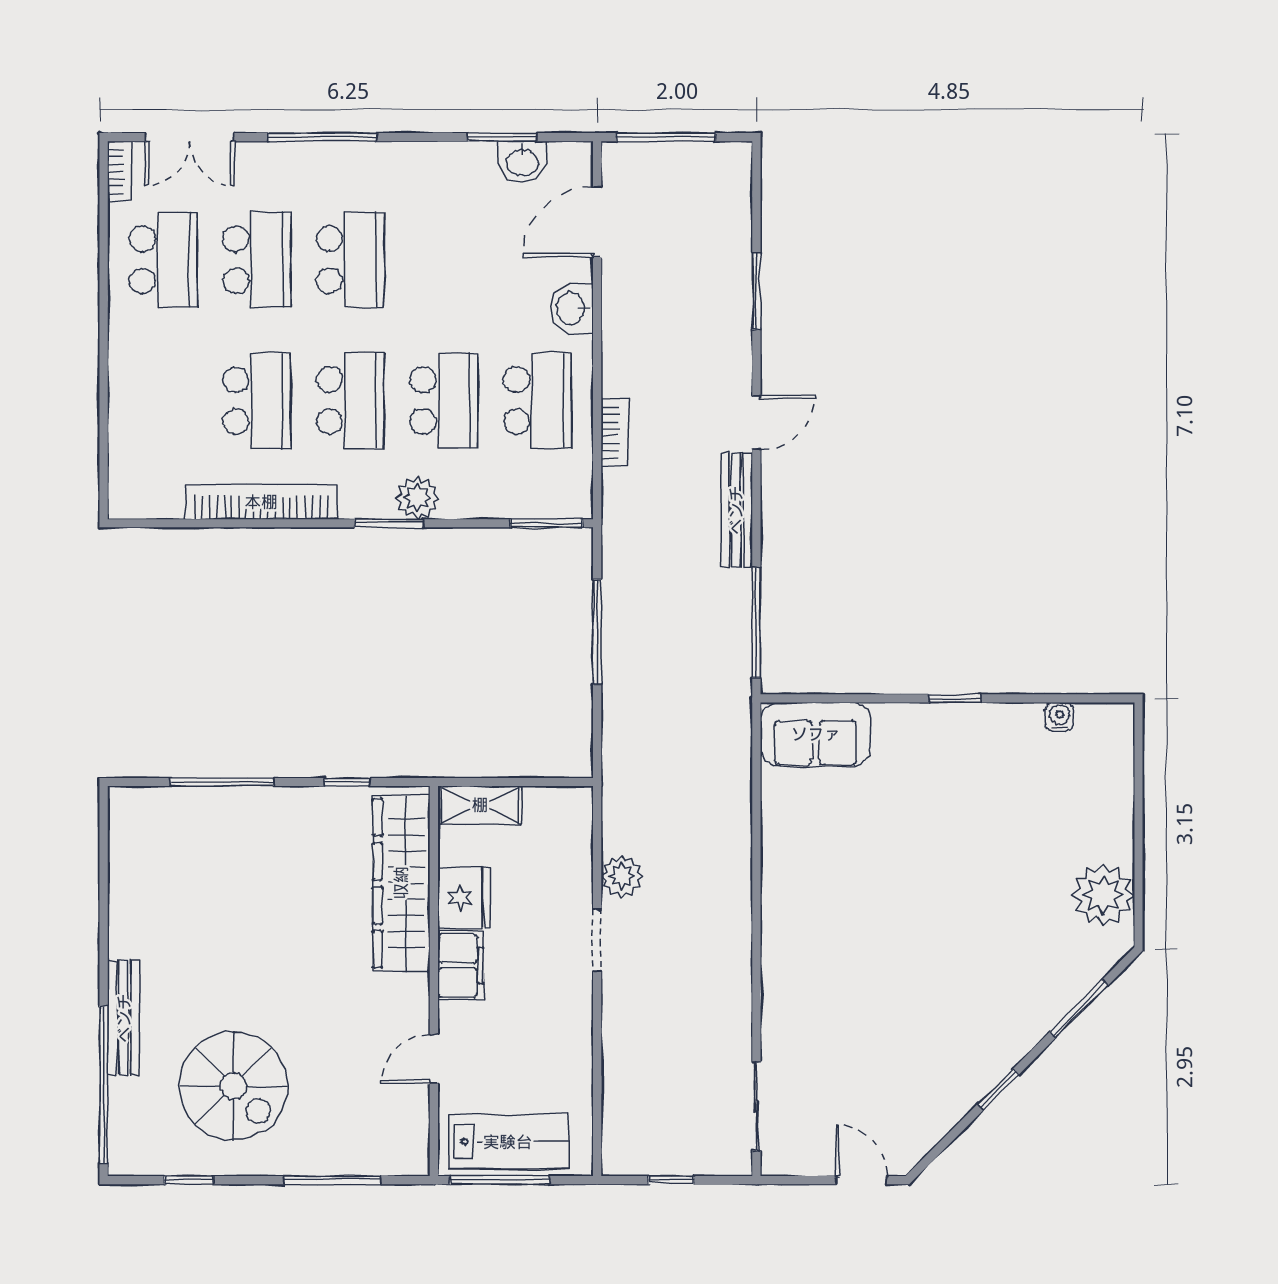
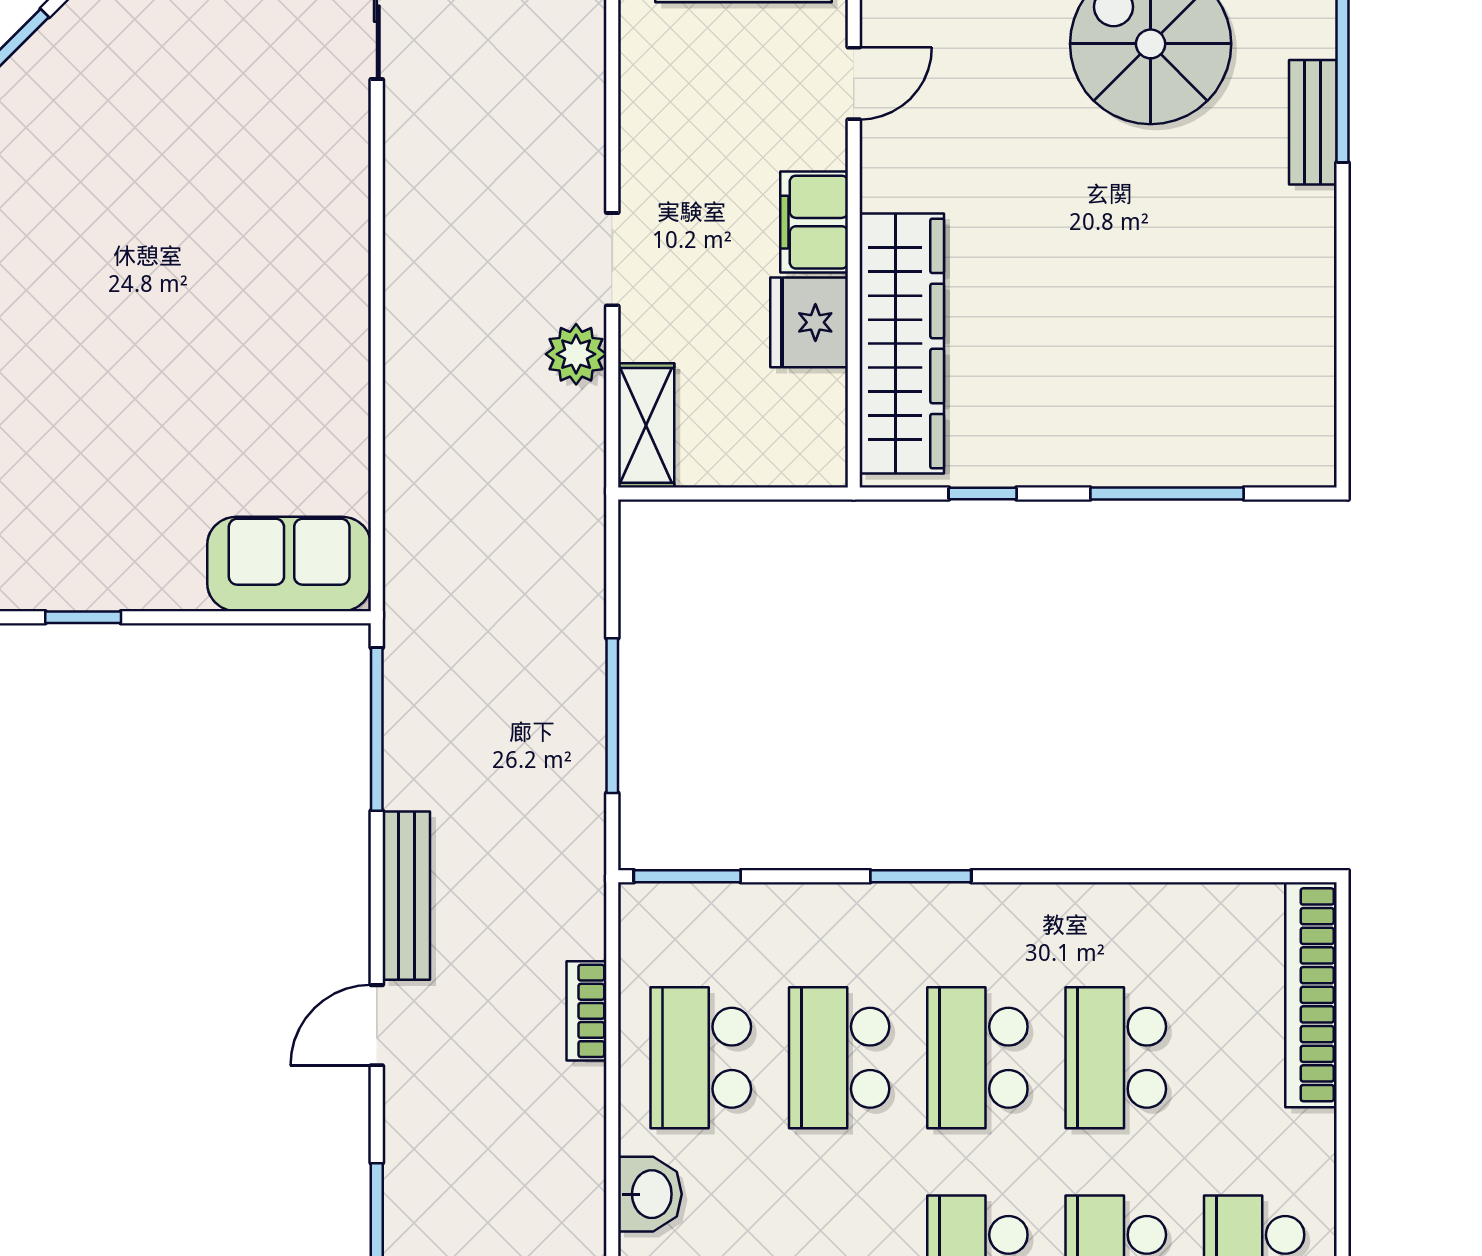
plant: (417, 498) -> (878, 914), removed
bookcase: (261, 502) -> (1311, 995), moved, turned 90
shelving: (480, 805) -> (646, 425), moved, turned 90
bench: (124, 1018) -> (1313, 122), width x0.73

